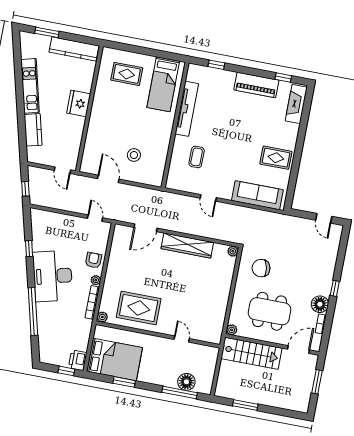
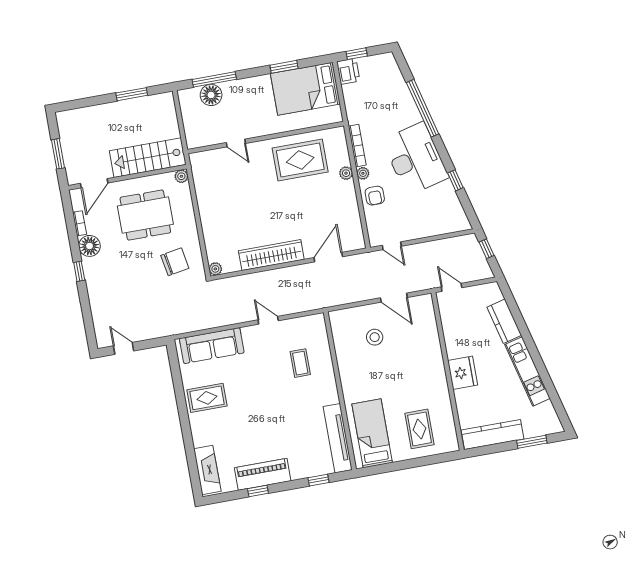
rug: (127, 74) -> (420, 429), turned 90
window: (283, 77) -> (258, 491), moved
tv unit: (187, 109) -> (338, 438), moved
plant: (102, 317) -> (346, 173), moved

